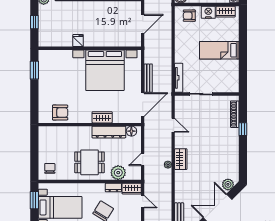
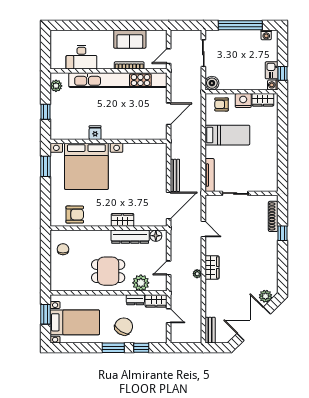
bed: (219, 50) -> (227, 135), moved, turned 180
bed with nightstands: (105, 70) -> (86, 166), moved
chair: (50, 168) -> (63, 249), moved

